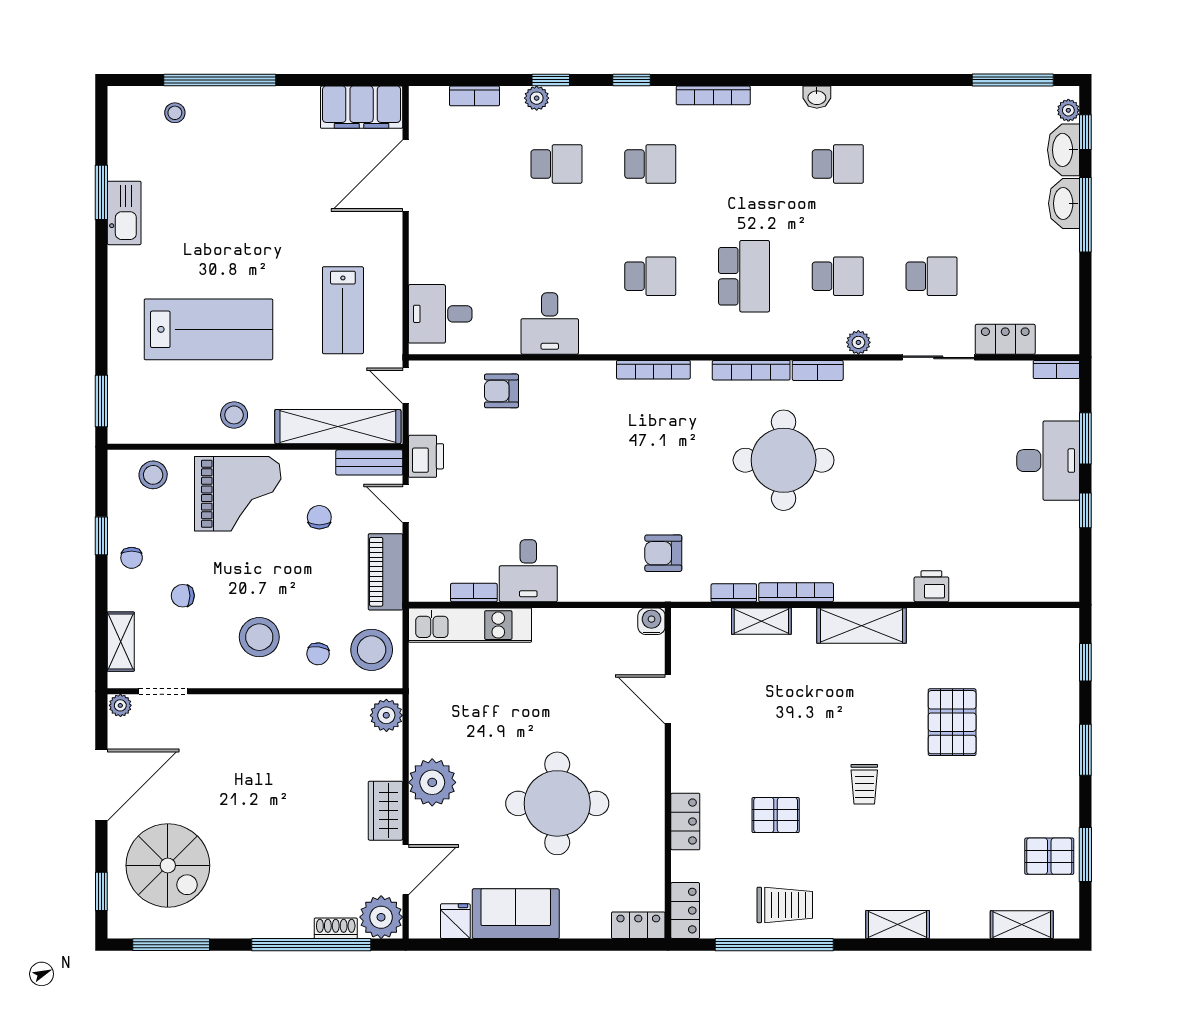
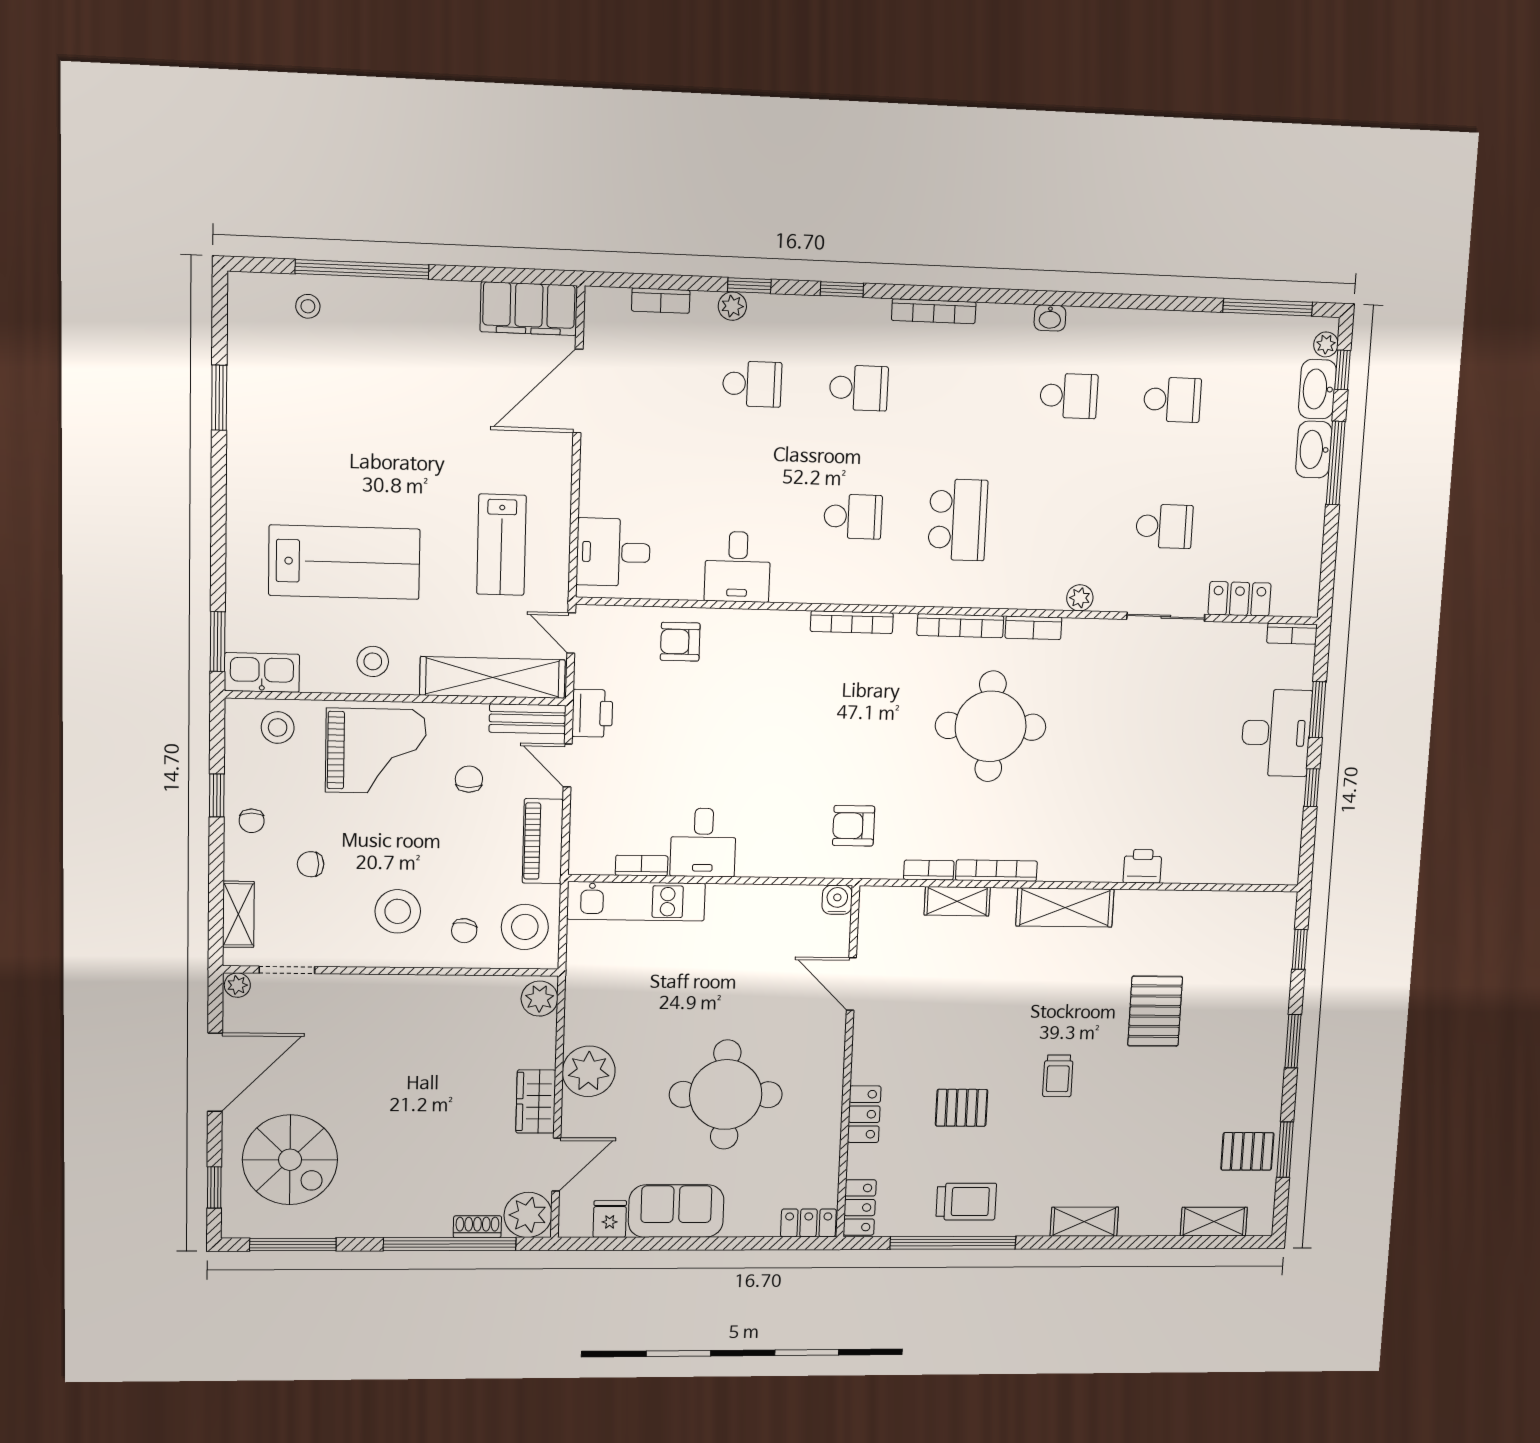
kitchen sink: (124, 213) -> (262, 672), moved, turned -90
school desk: (838, 276) -> (1172, 400), moved

